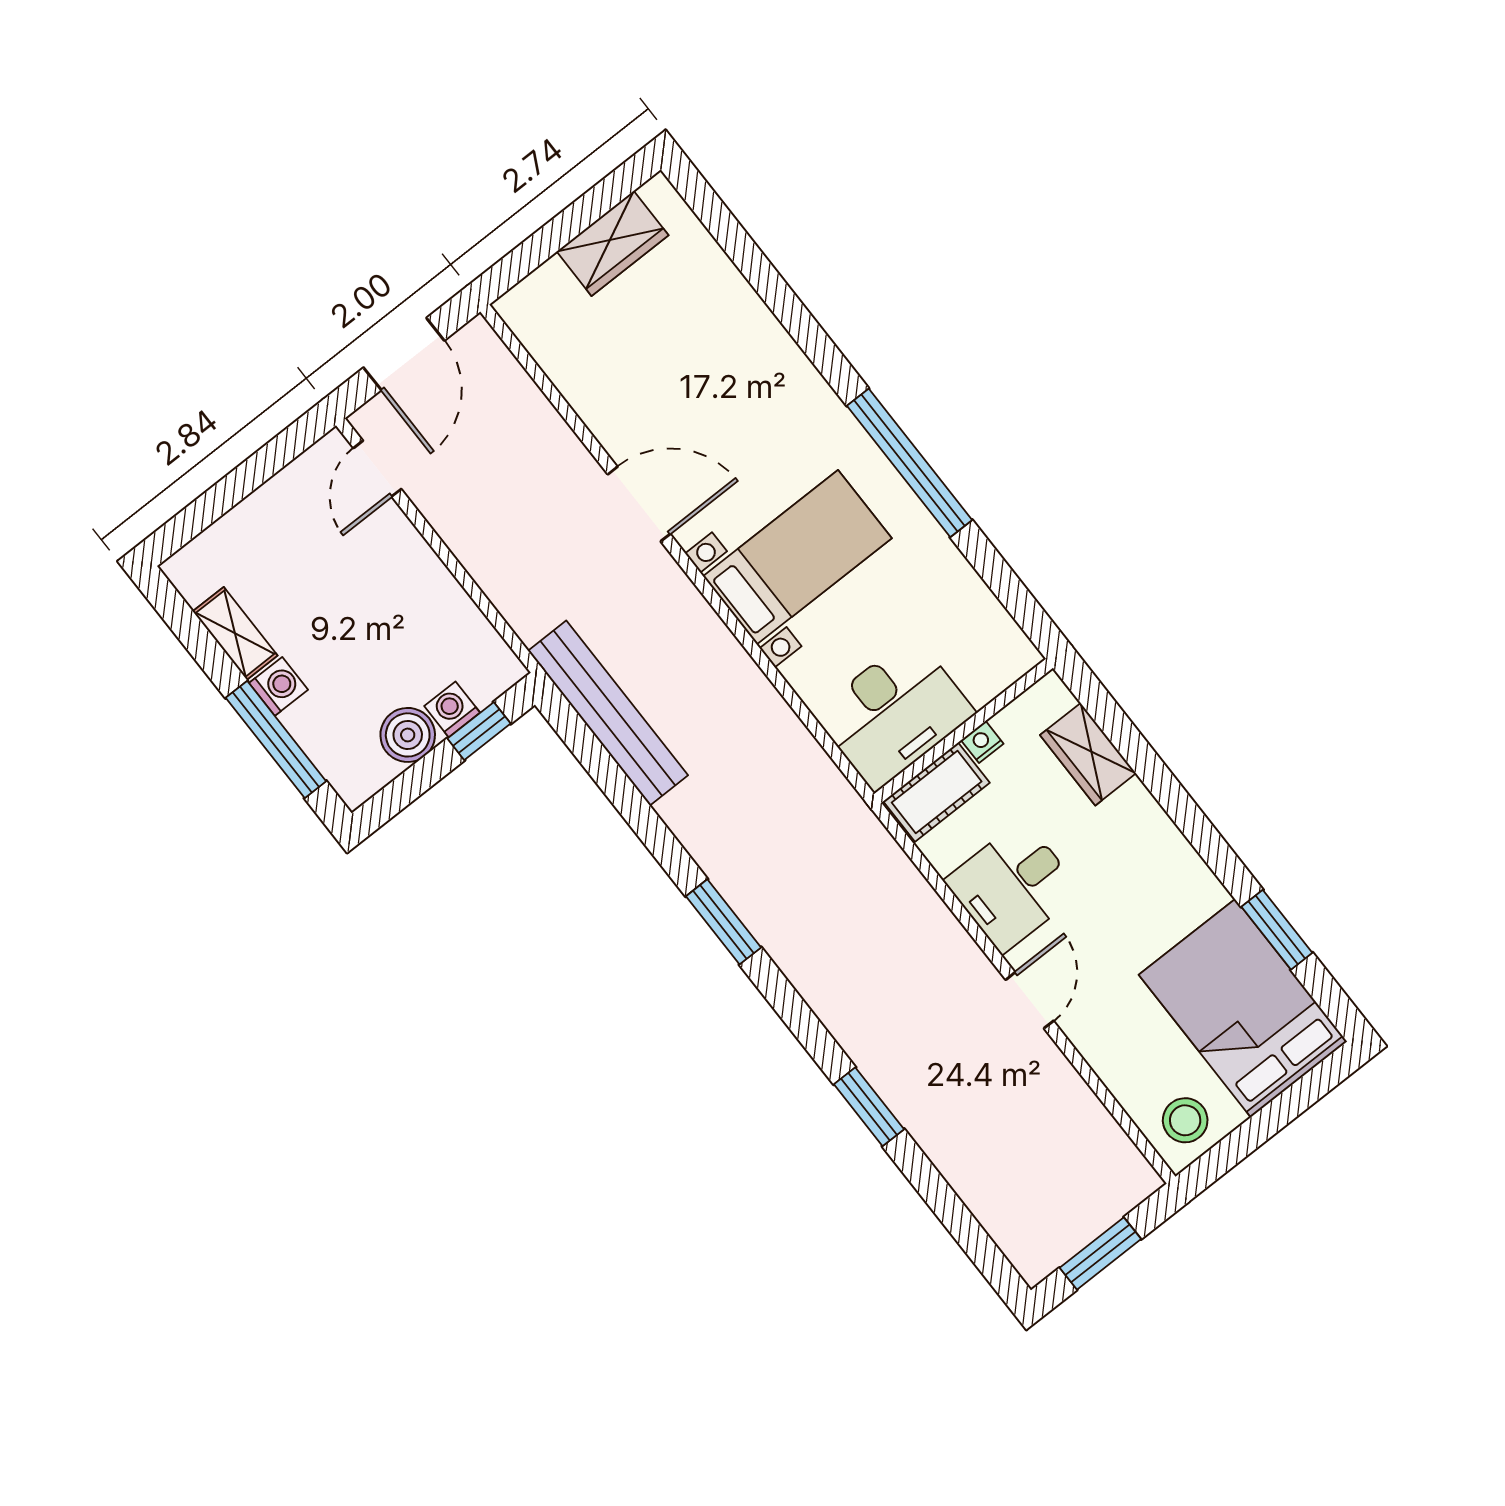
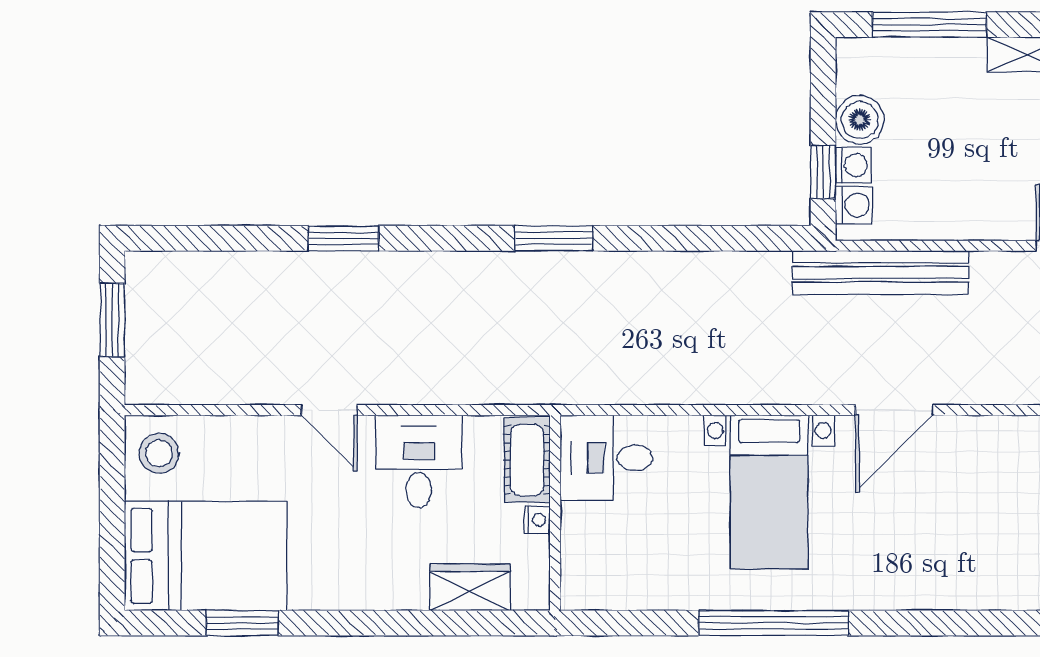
washing machine: (278, 686) -> (854, 205), moved, turned -90
bench: (608, 713) -> (881, 273), moved
desk: (894, 713) -> (606, 458), width x0.73

